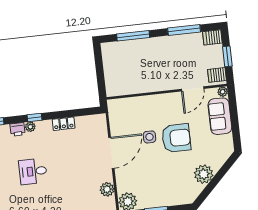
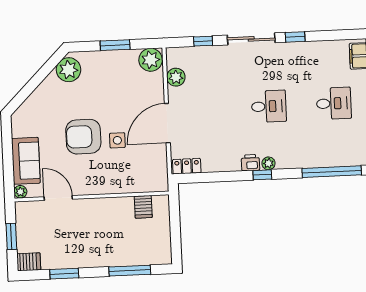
window: (184, 30) -> (64, 274), width x0.69
server rack: (217, 75) -> (143, 207), moved, turned 90
door: (193, 89) -> (58, 198), hinge flipped
locker: (64, 124) -> (187, 166), moved
printer: (18, 129) -> (250, 163), moved
plant: (204, 174) -> (69, 70), moved

